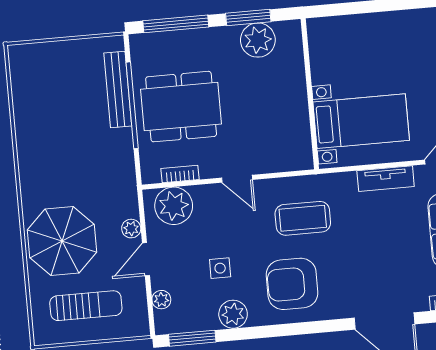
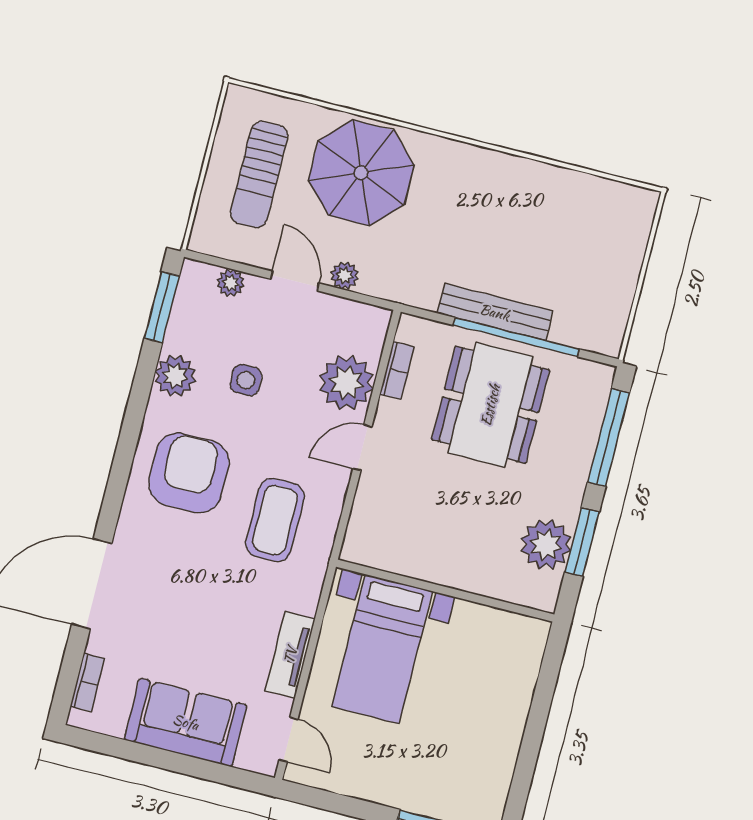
bench: (118, 90) -> (495, 312), moved
plant: (174, 206) -> (346, 383), moved

